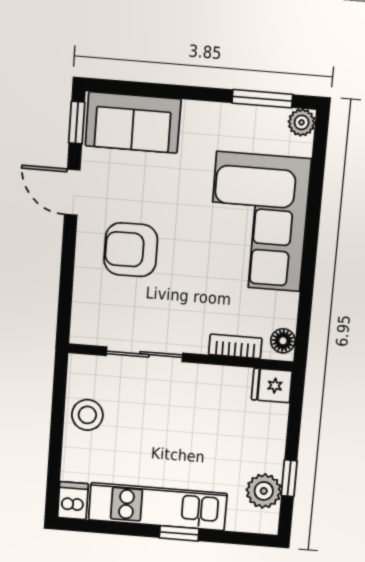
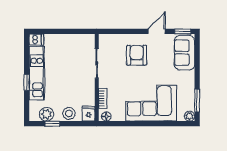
stool: (87, 415) -> (69, 113), moved

